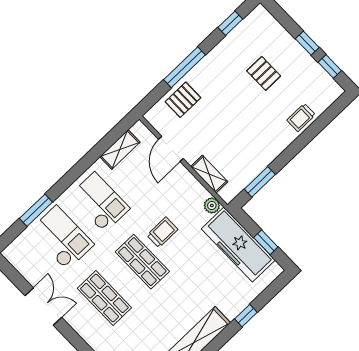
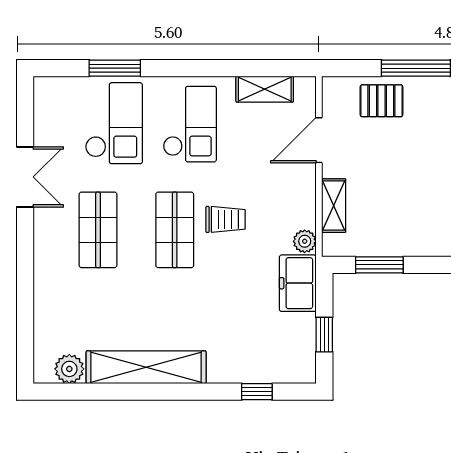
freezer: (238, 244) -> (298, 283), width x0.52, depth x0.79
window: (246, 316) -> (257, 392), moved

